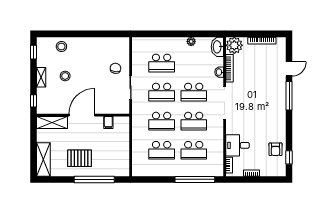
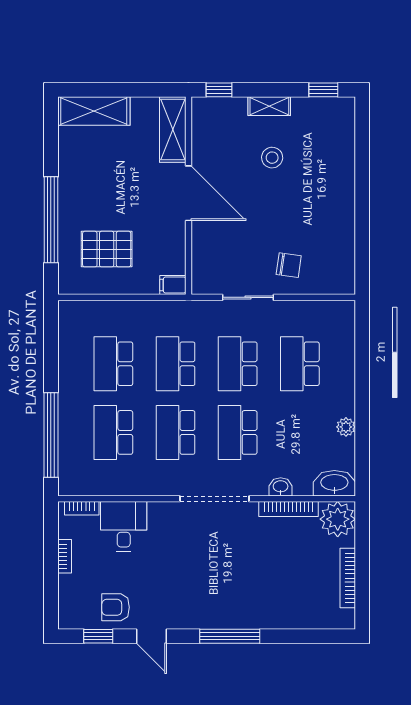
stool: (61, 46) -> (335, 150), removed
door: (289, 69) -> (151, 636), moved
filing cabinet: (108, 122) -> (173, 285), moved
pallet: (80, 158) -> (107, 249), moved, turned 90

